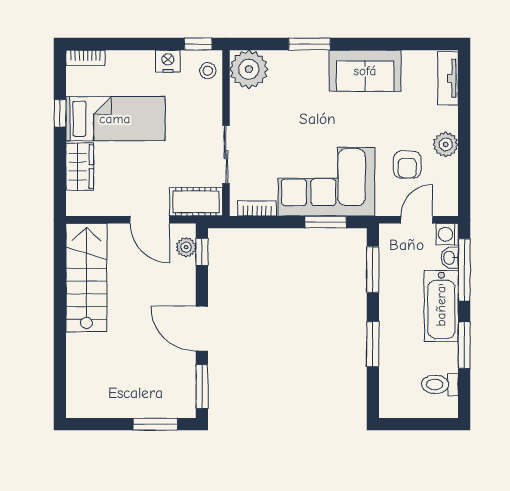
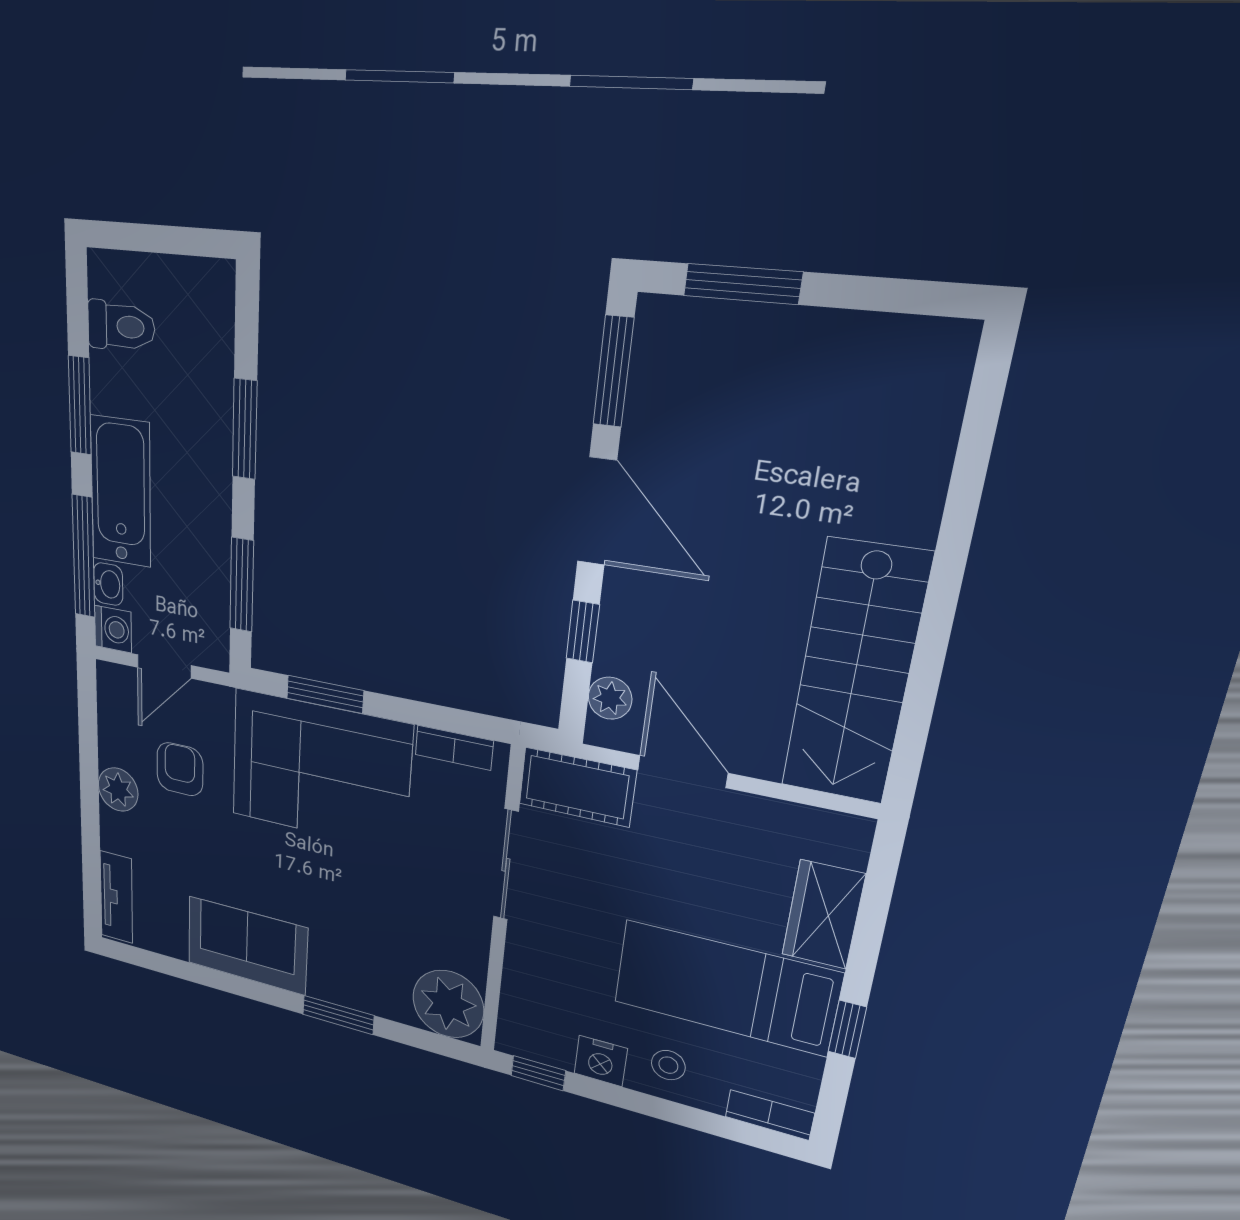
stool: (208, 71) -> (668, 1065), moved
window: (202, 252) -> (583, 632), moved

